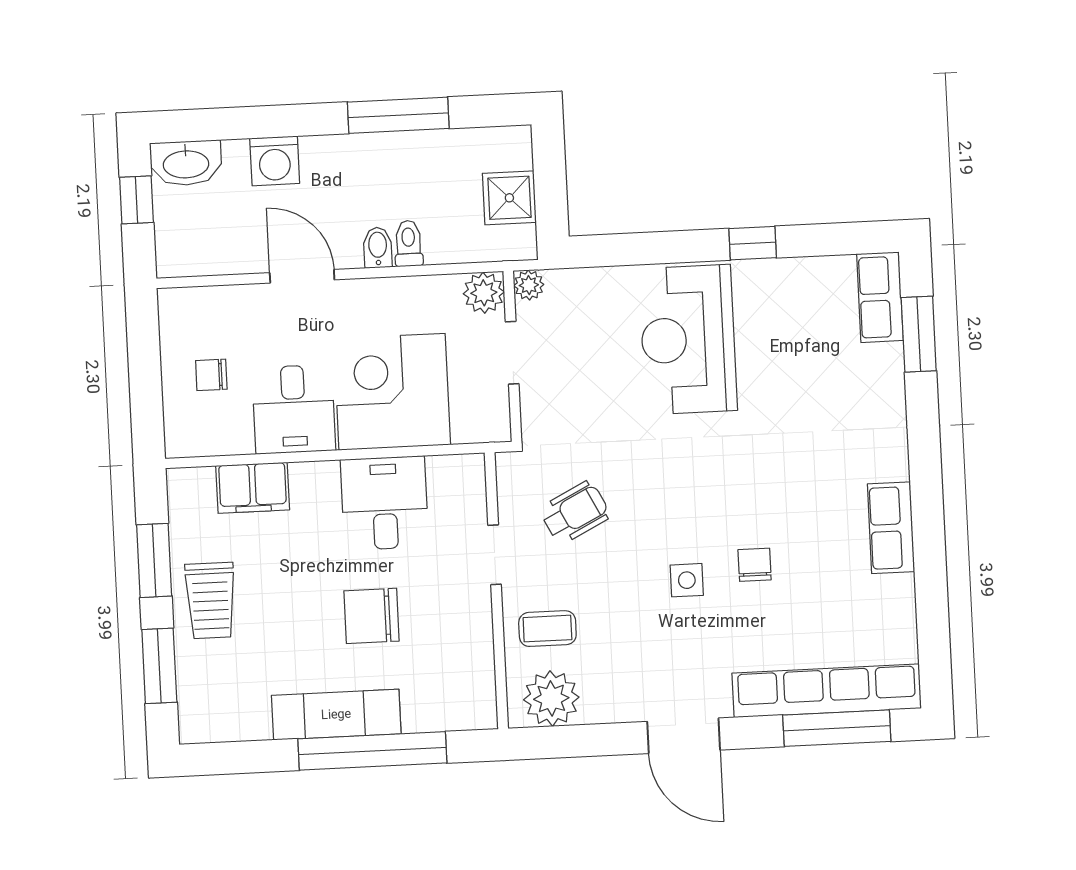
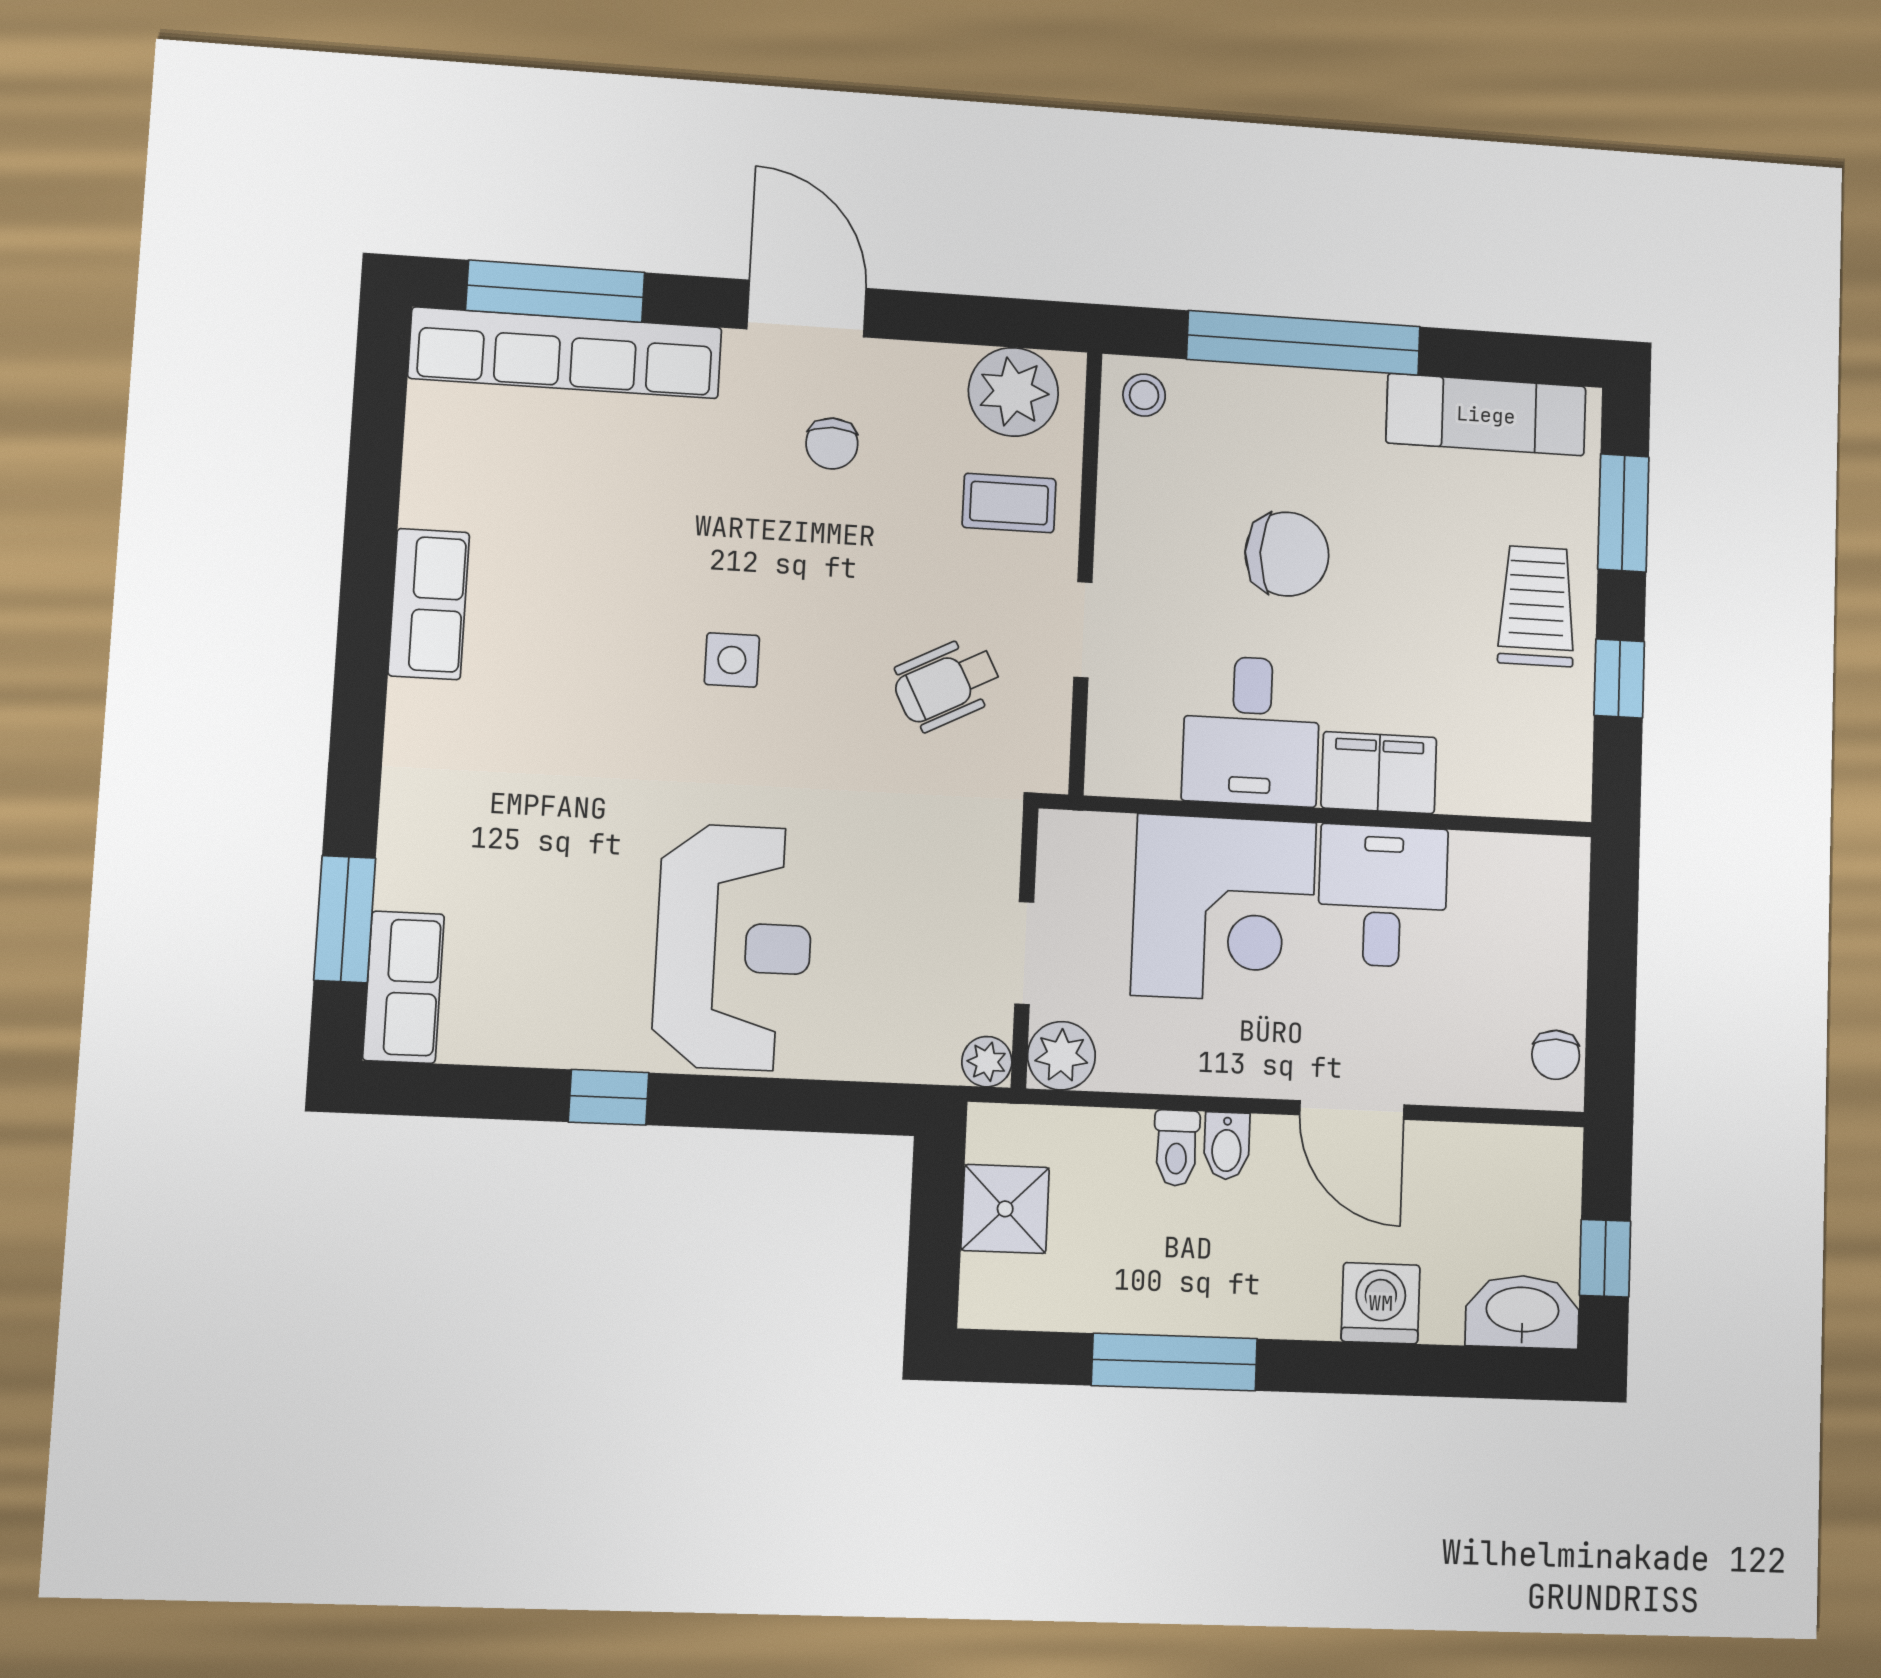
chair: (211, 375) -> (1556, 1055), moved, turned 90
filing cabinet: (253, 488) -> (1379, 773), moved
window: (154, 560) -> (1619, 678), width x0.67
chair: (755, 565) -> (832, 444), moved
side table: (687, 580) -> (732, 660), moved
stool: (470, 706) -> (1144, 395), added
exam couch: (336, 715) -> (1486, 415), moved

